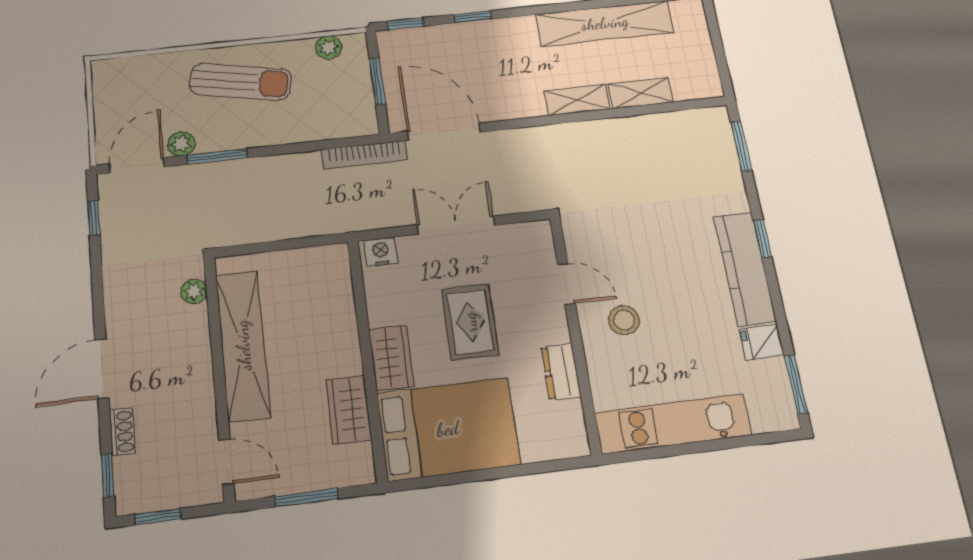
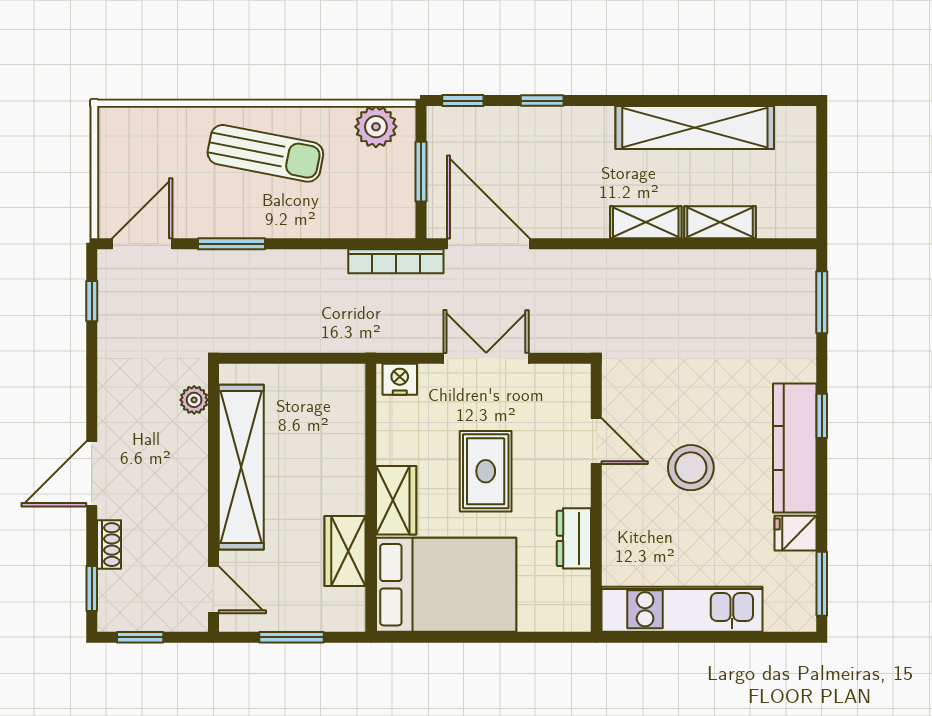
plant: (329, 47) -> (376, 127), width x1.38, depth x1.38
plant: (181, 144) -> (193, 223), removed
stool: (624, 320) -> (691, 468), moved, width x1.38, depth x1.38

